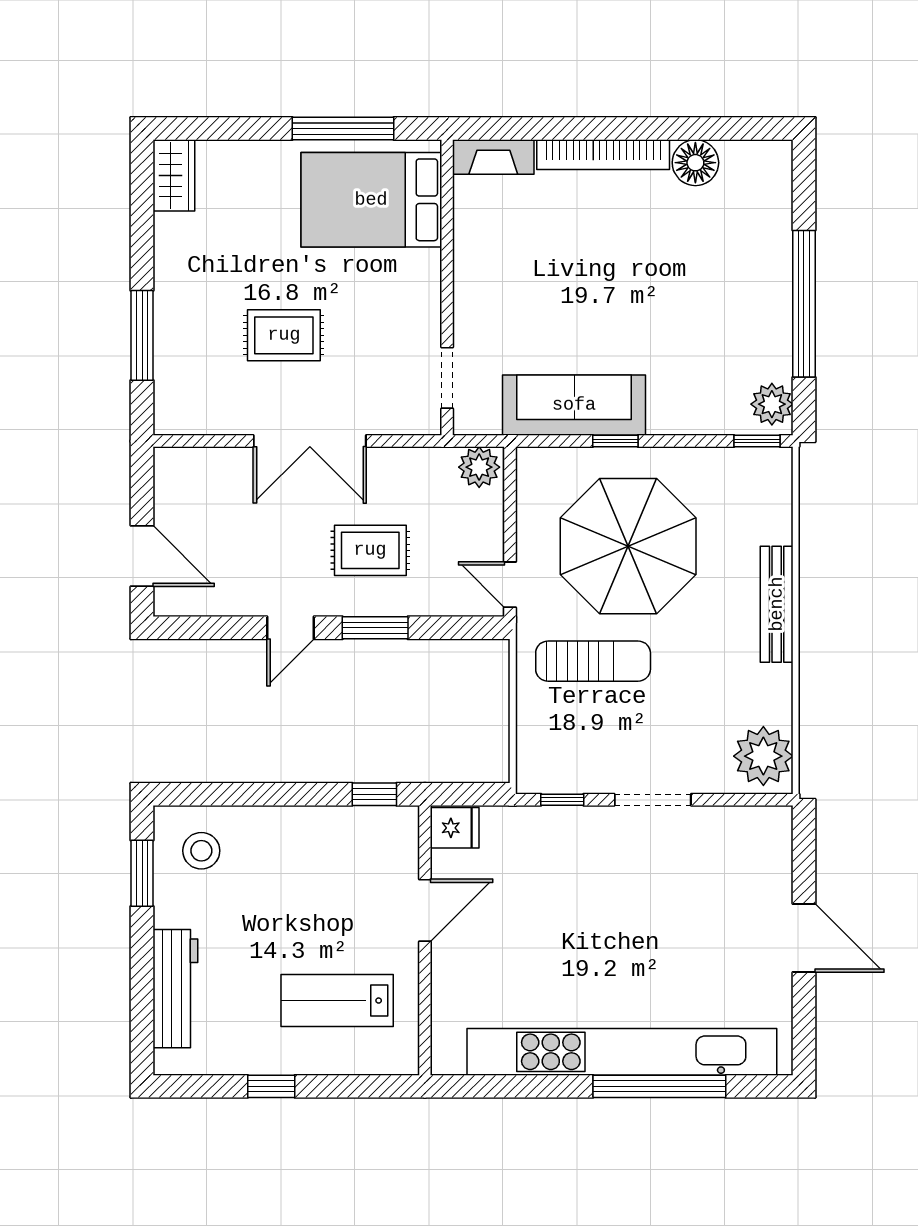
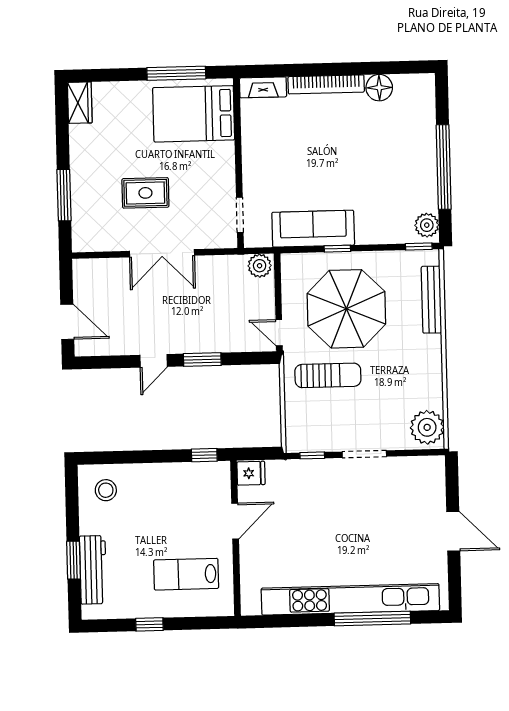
rug: (370, 550) -> (198, 315), removed
bench: (777, 604) -> (431, 300), moved
window: (142, 873) -> (74, 560), moved

